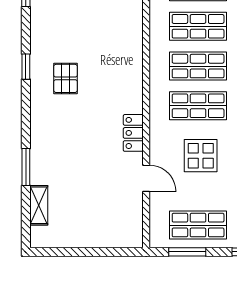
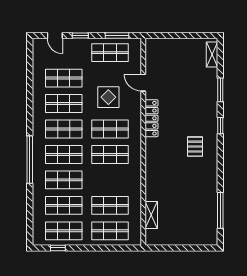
shop shelf: (198, 26) -> (110, 180), removed
window: (26, 67) -> (220, 126), moved
locker: (133, 133) -> (152, 118), width x1.53
shelving: (39, 205) -> (212, 54), moved

